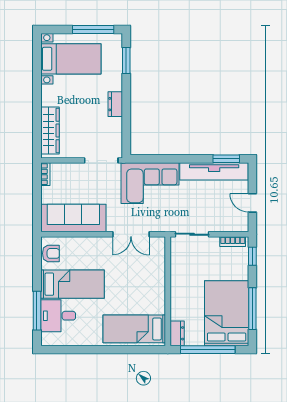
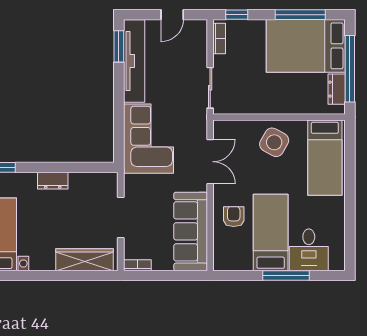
doorway: (101, 160) -> (121, 217), moved
armchair: (51, 253) -> (234, 217), moved
side table: (147, 287) -> (274, 142), added
window: (37, 311) -> (286, 275), moved
dresser: (177, 333) -> (337, 89), moved, turned -90

